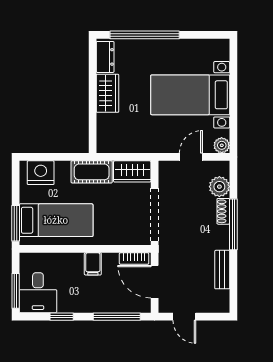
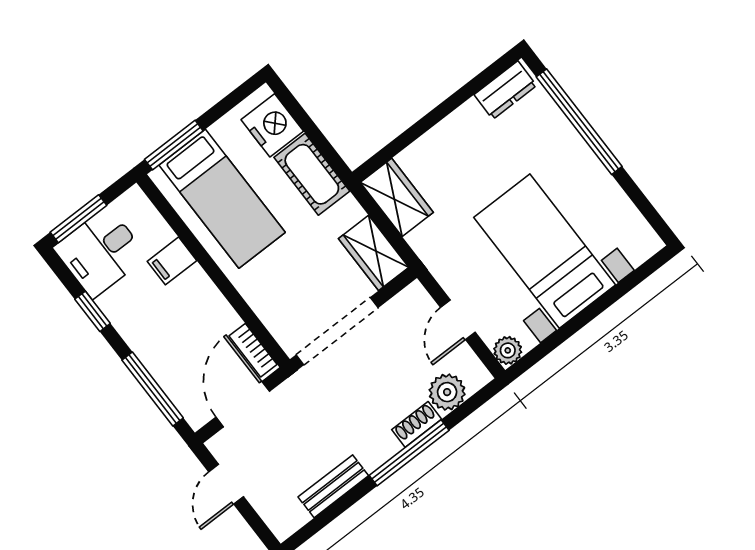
wardrobe: (107, 93) -> (397, 197), moved, turned -90
door: (191, 157) -> (458, 320), swing flipped
cot: (92, 172) -> (312, 174), moved
filing cabinet: (93, 264) -> (172, 261), moved

